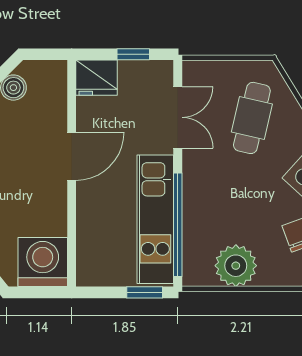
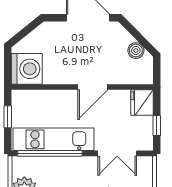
door: (72, 156) -> (93, 87), hinge flipped
window: (145, 292) -> (8, 117), moved

